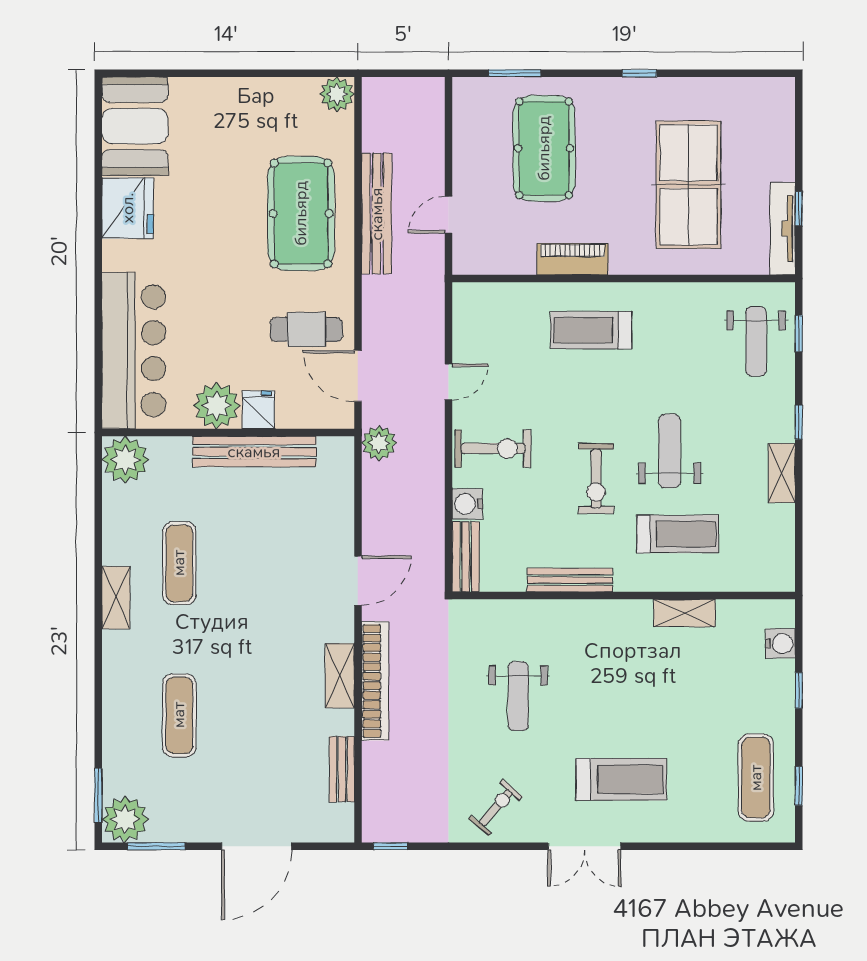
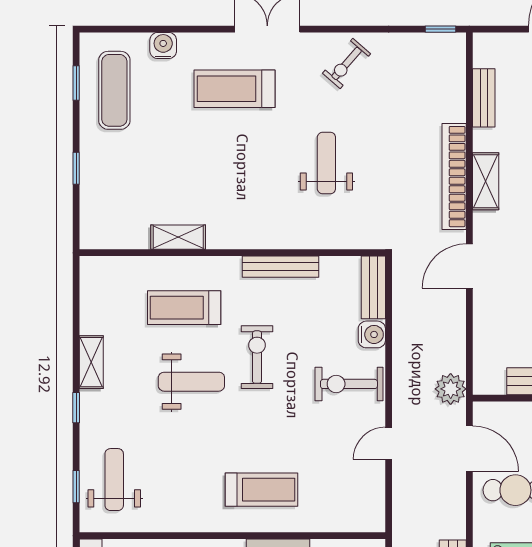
weight bench: (670, 451) -> (191, 382), turned -90
water cooler: (780, 643) -> (163, 46), moved, turned 90

